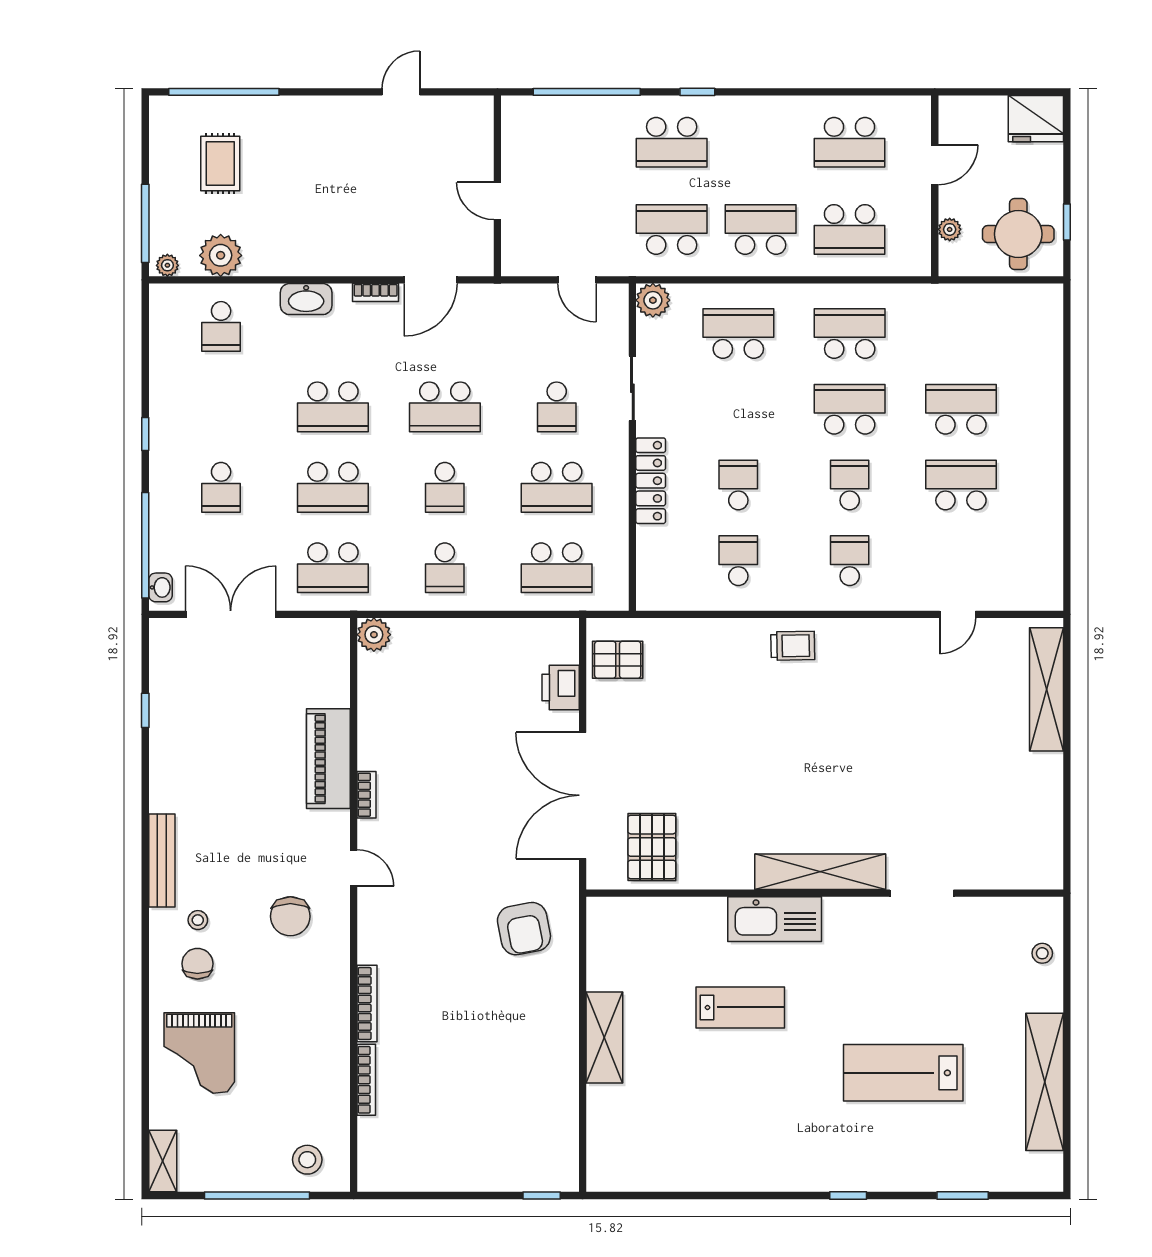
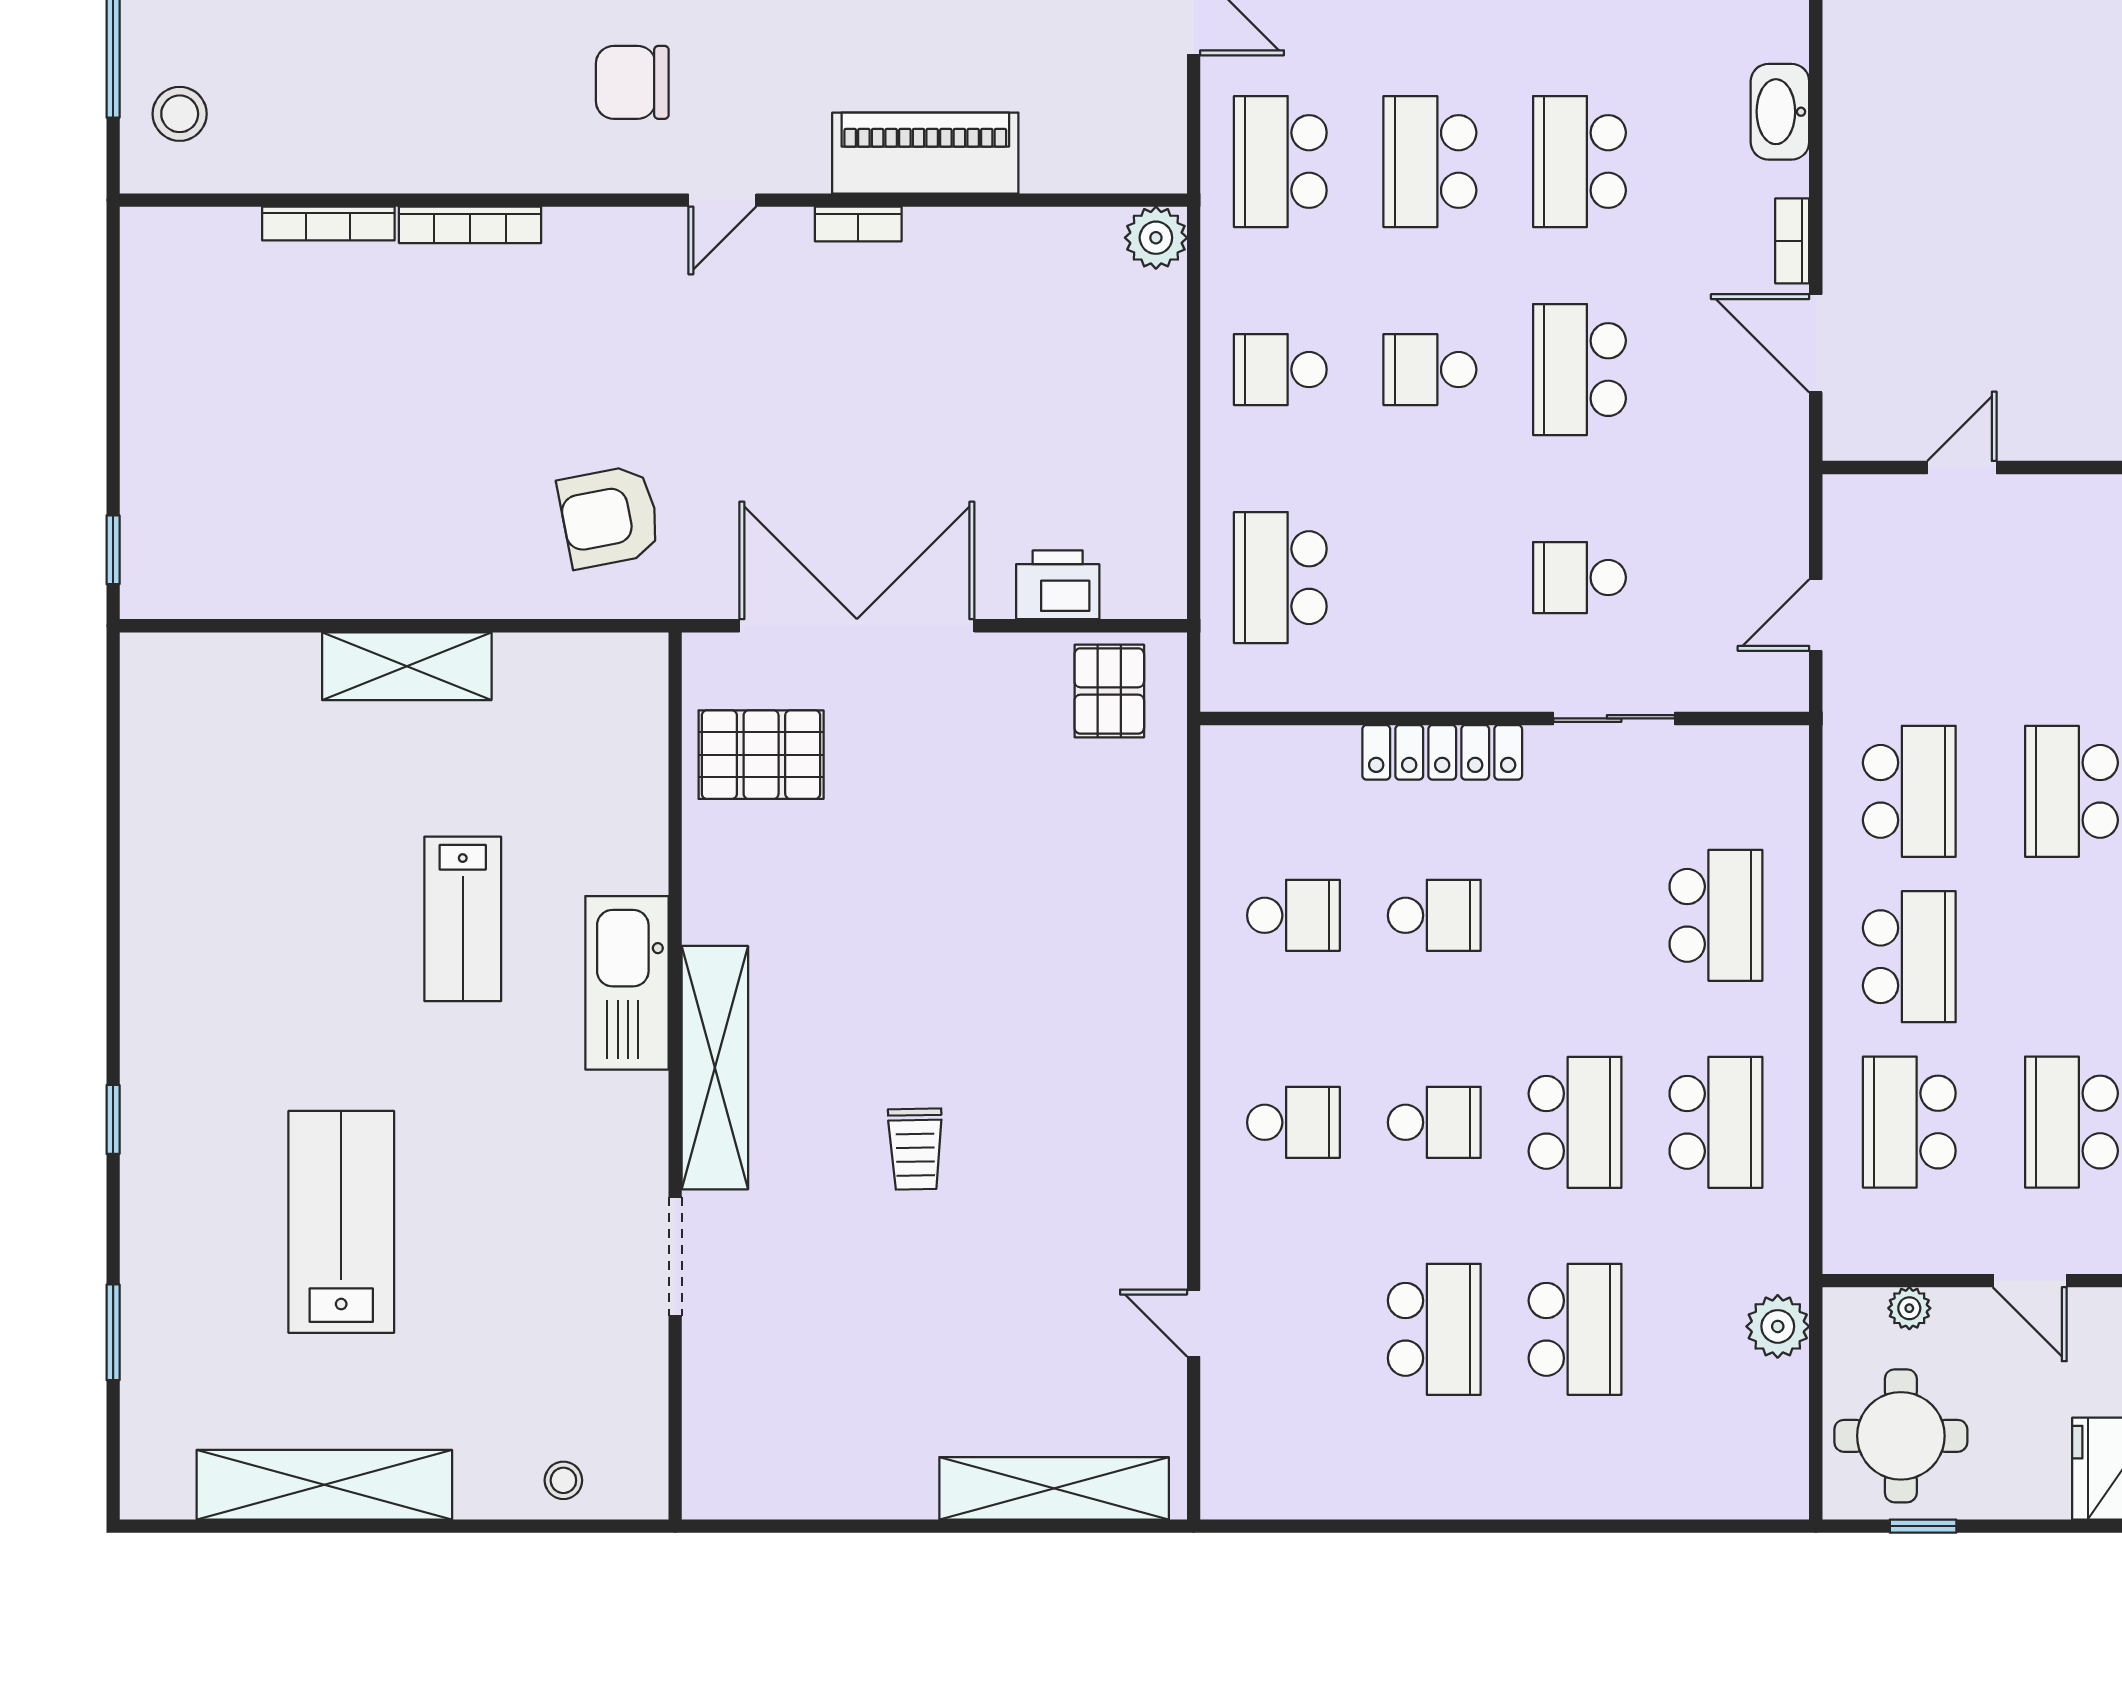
plant: (653, 300) -> (1778, 1326), moved
school desk: (557, 487) -> (1430, 578), removed
trolley: (793, 646) -> (915, 1149), moved

